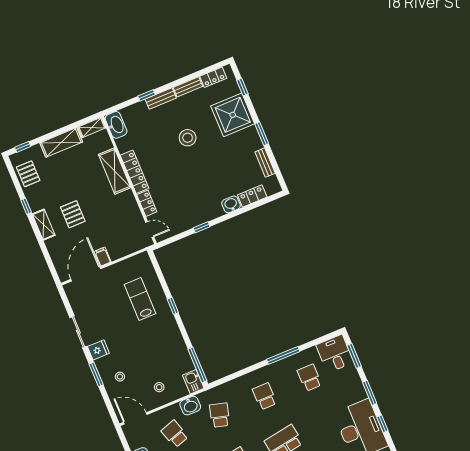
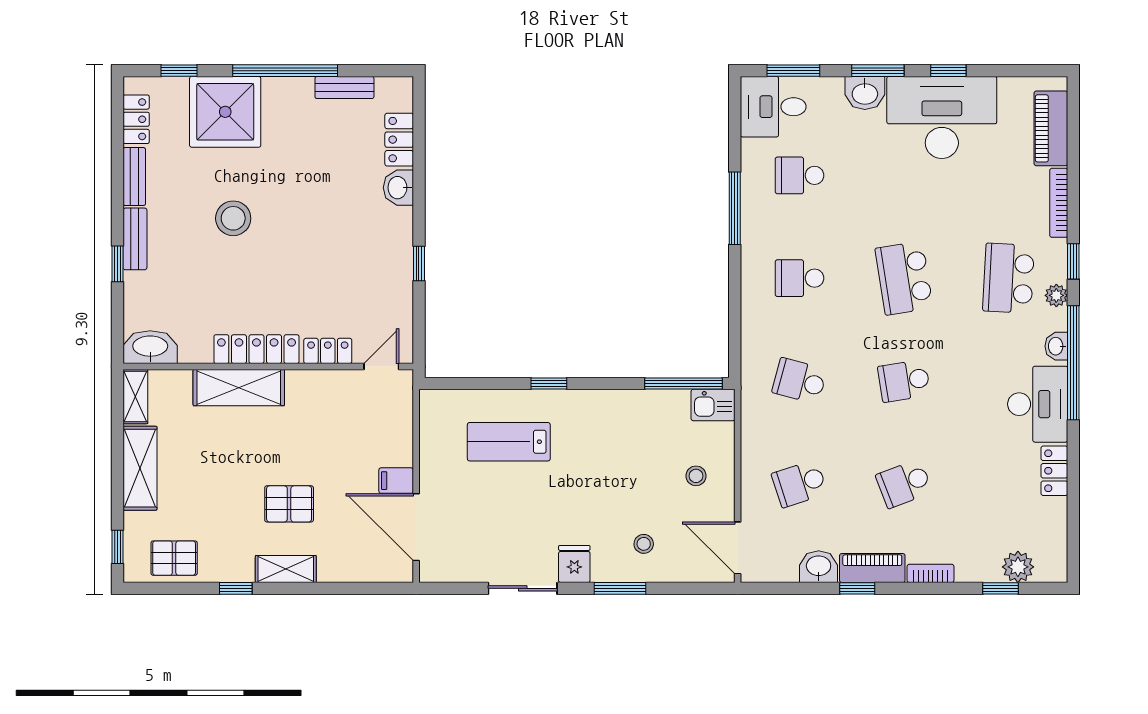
window: (262, 134) -> (285, 71), width x2.11
washbasin: (190, 406) -> (865, 93), moved, turned 90
door: (135, 418) -> (738, 548), hinge flipped

